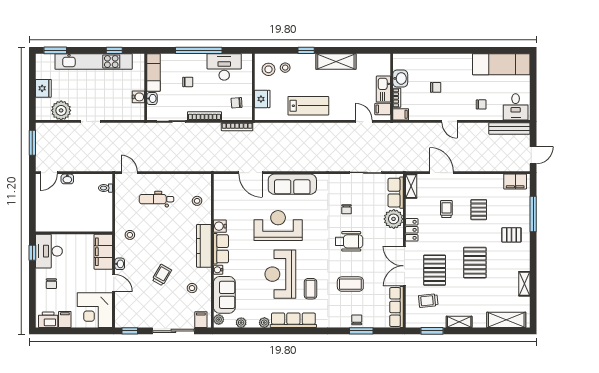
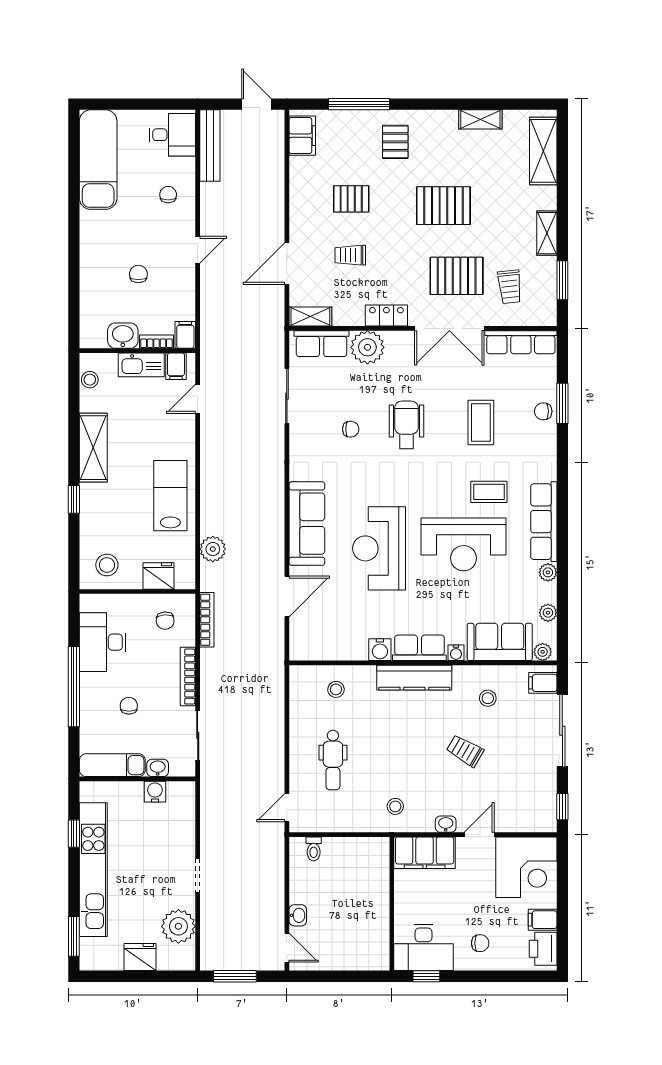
stool: (285, 68) -> (90, 380), moved
plant: (278, 130) -> (213, 549), added

